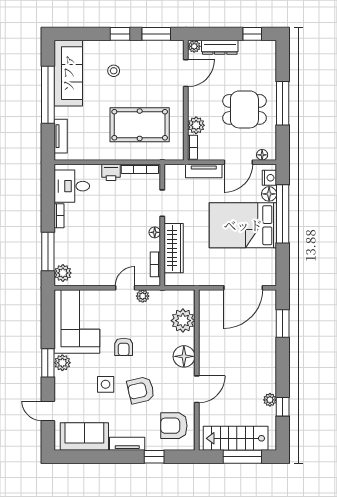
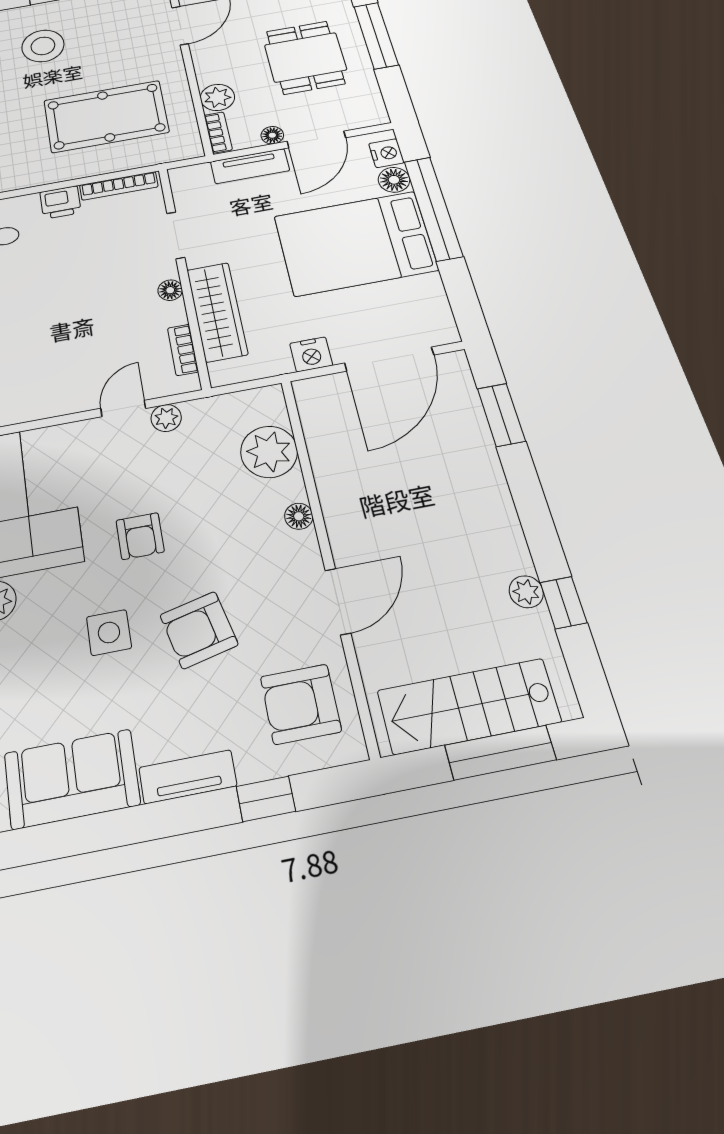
stool: (114, 71) -> (43, 46), width x1.89, depth x1.89
dining table: (244, 109) -> (305, 57), turned 90
floor lamp: (262, 155) -> (272, 135), moved
nightstand: (210, 278) -> (311, 354), added
floor lamp: (184, 356) -> (299, 516), width x0.53, depth x0.53

